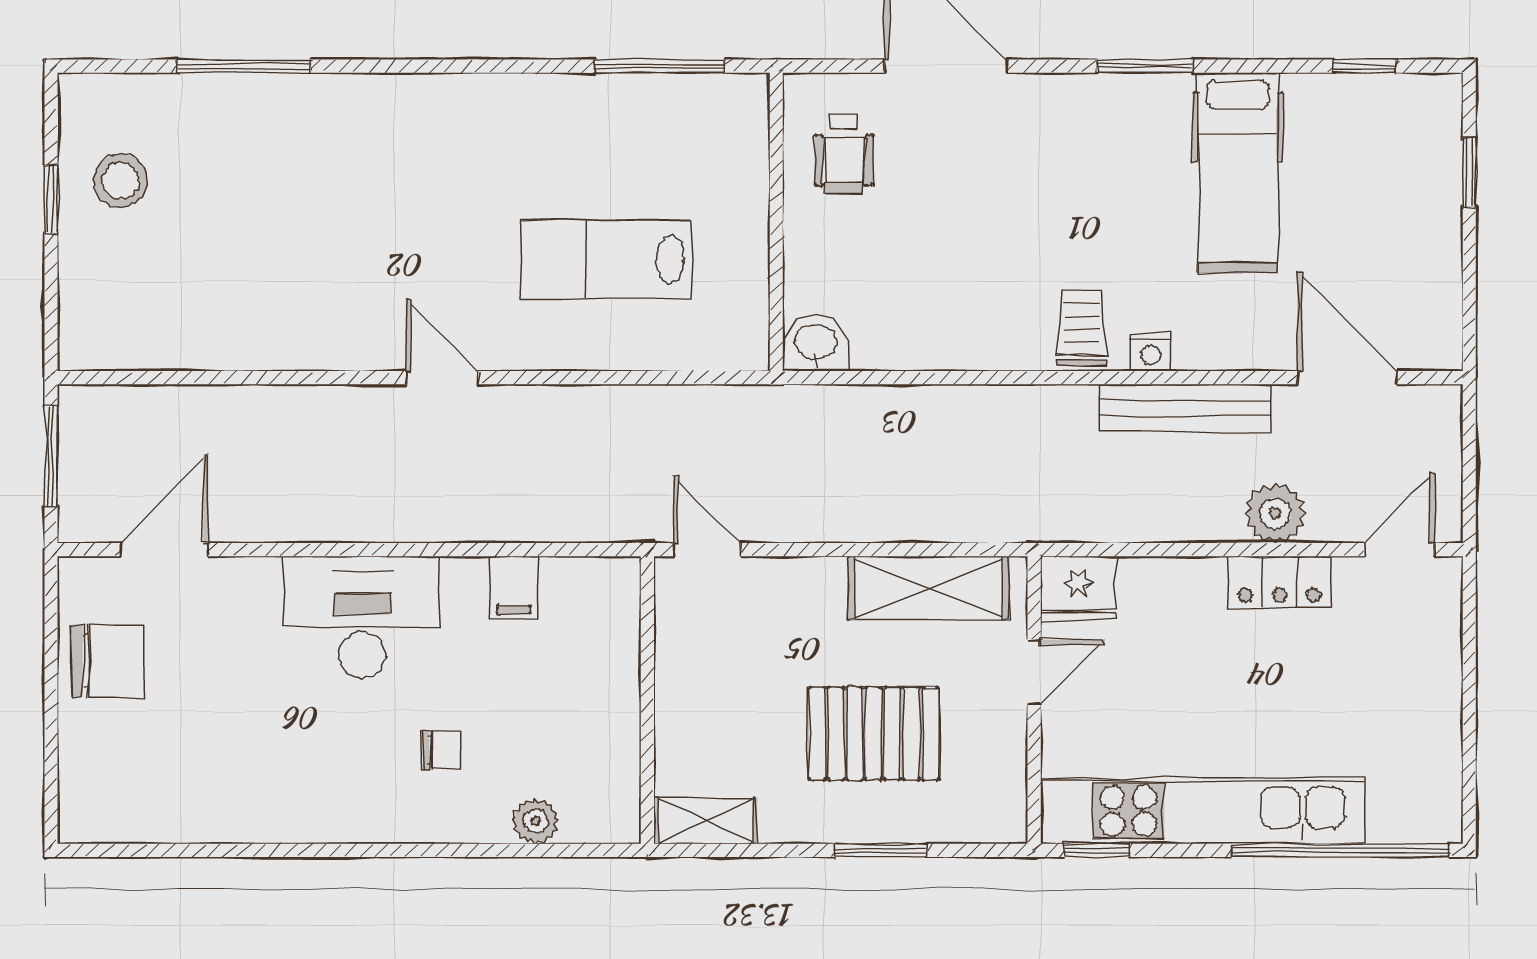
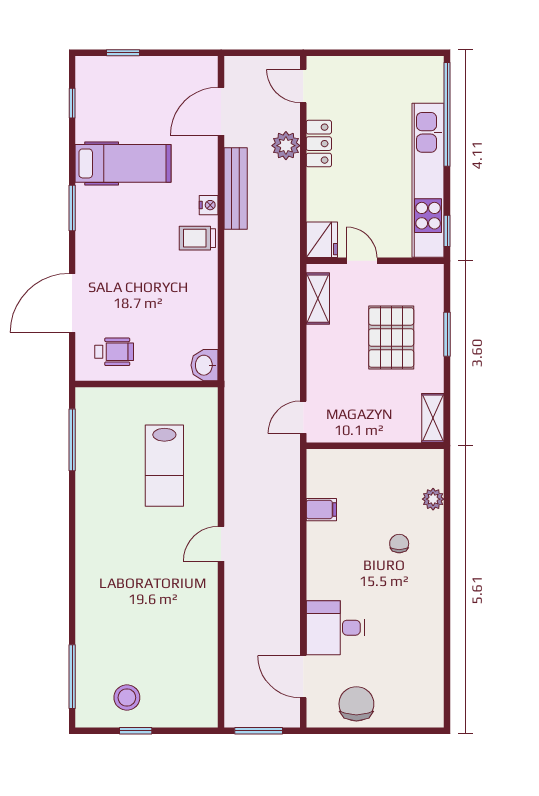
window: (244, 66) -> (72, 677), moved
shelving: (929, 588) -> (318, 299), width x0.67, depth x0.75
desk: (362, 617) -> (336, 628), moved, width x0.73

